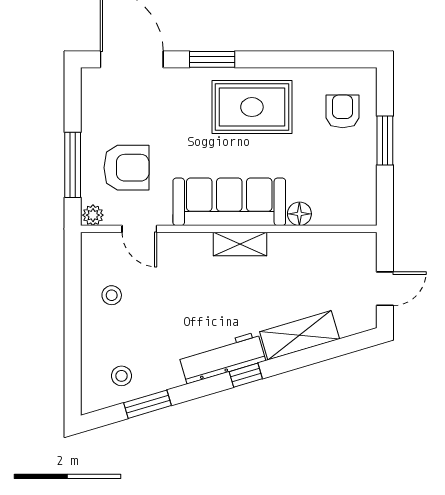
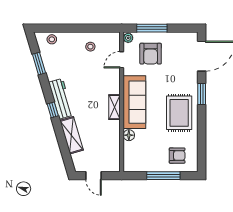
window: (385, 141) -> (163, 176), width x1.44
stool: (121, 376) -> (52, 39), moved

